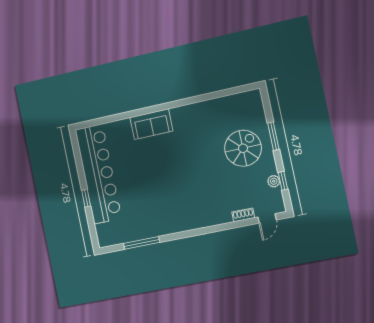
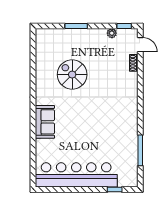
spiral stairs: (243, 148) -> (72, 75), moved
window: (283, 181) -> (124, 26), moved
window: (86, 198) -> (115, 189), moved

